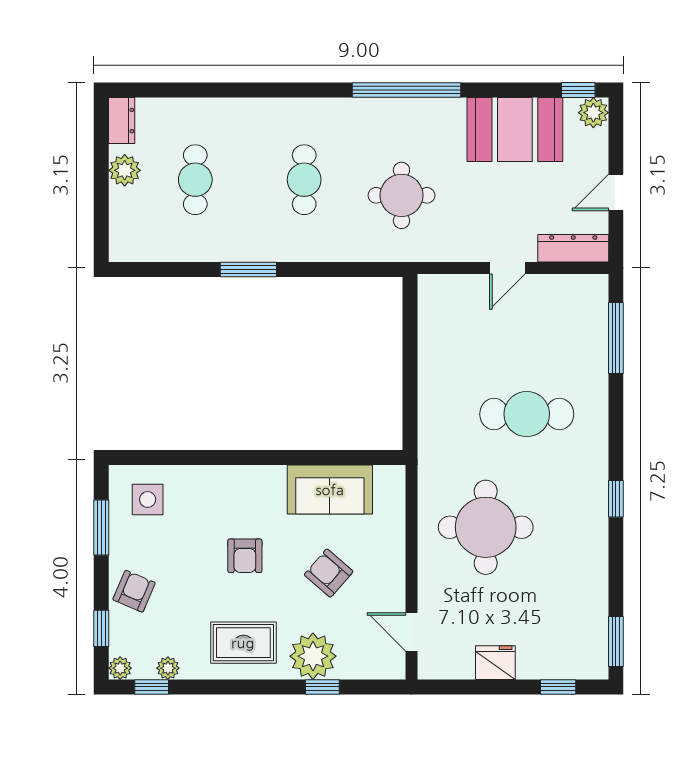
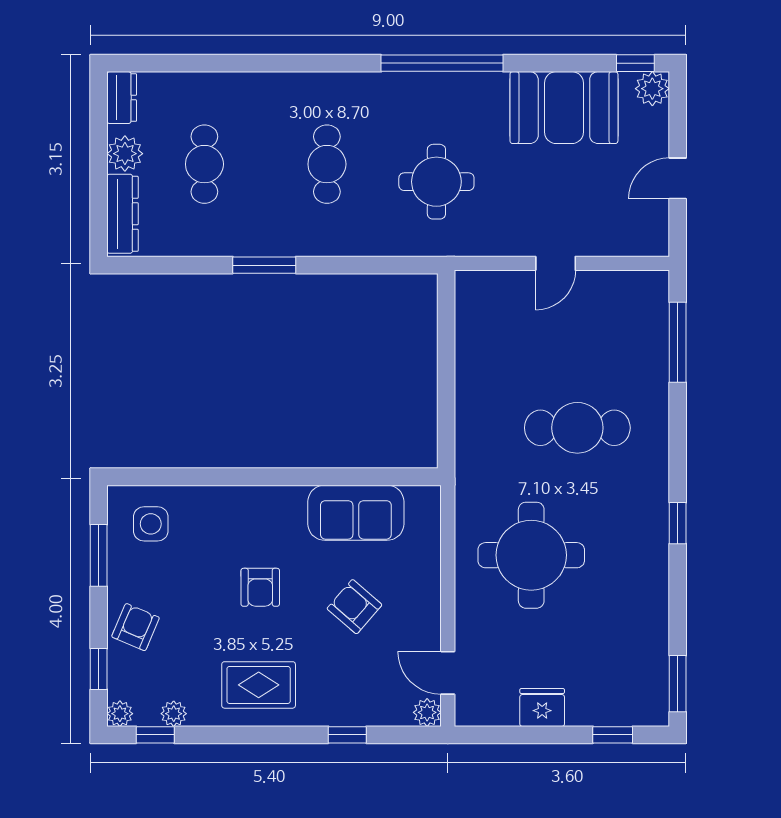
dresser: (573, 248) -> (123, 214), moved, turned 90
plant: (313, 656) -> (427, 712), moved, width x0.53, depth x0.53

